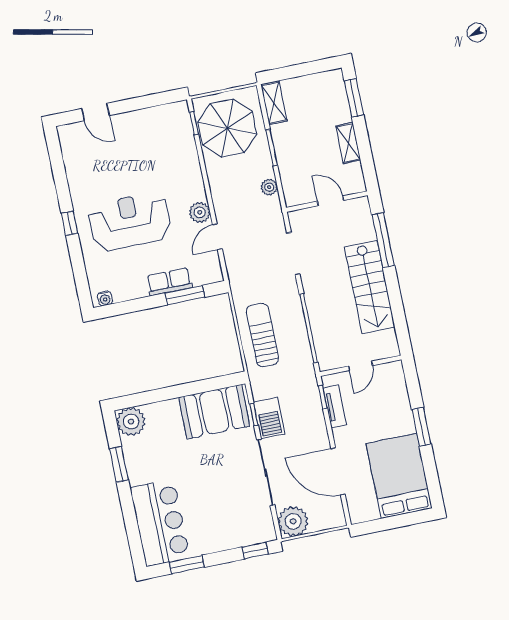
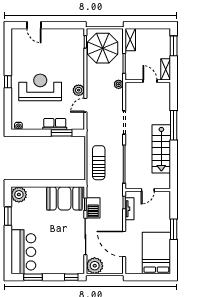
door: (331, 201) -> (150, 81), moved
wall: (327, 202) -> (148, 81), moved

